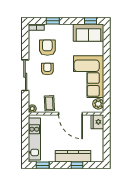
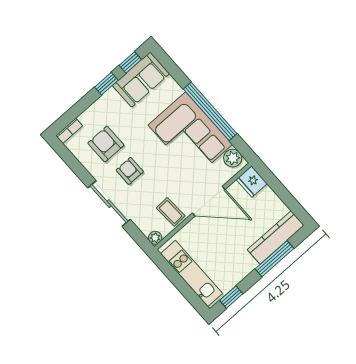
window: (53, 21) -> (106, 84), moved
window: (107, 74) -> (210, 111), added
kitchen counter: (73, 156) -> (276, 237), moved
window: (77, 165) -> (274, 259), width x2.17

